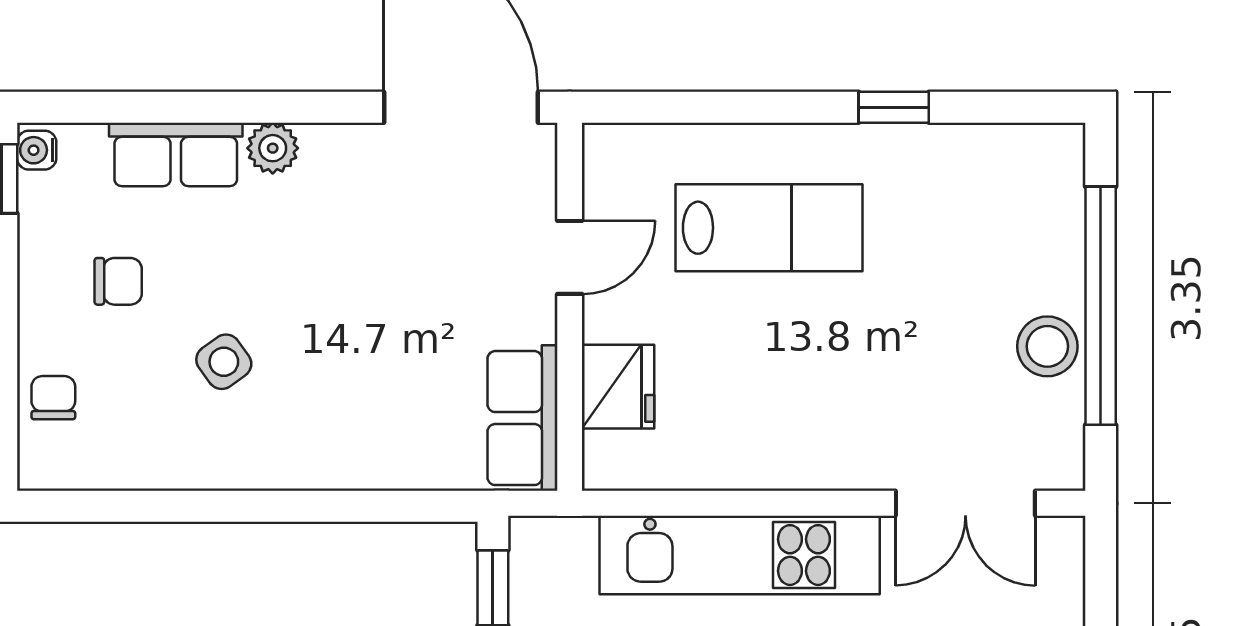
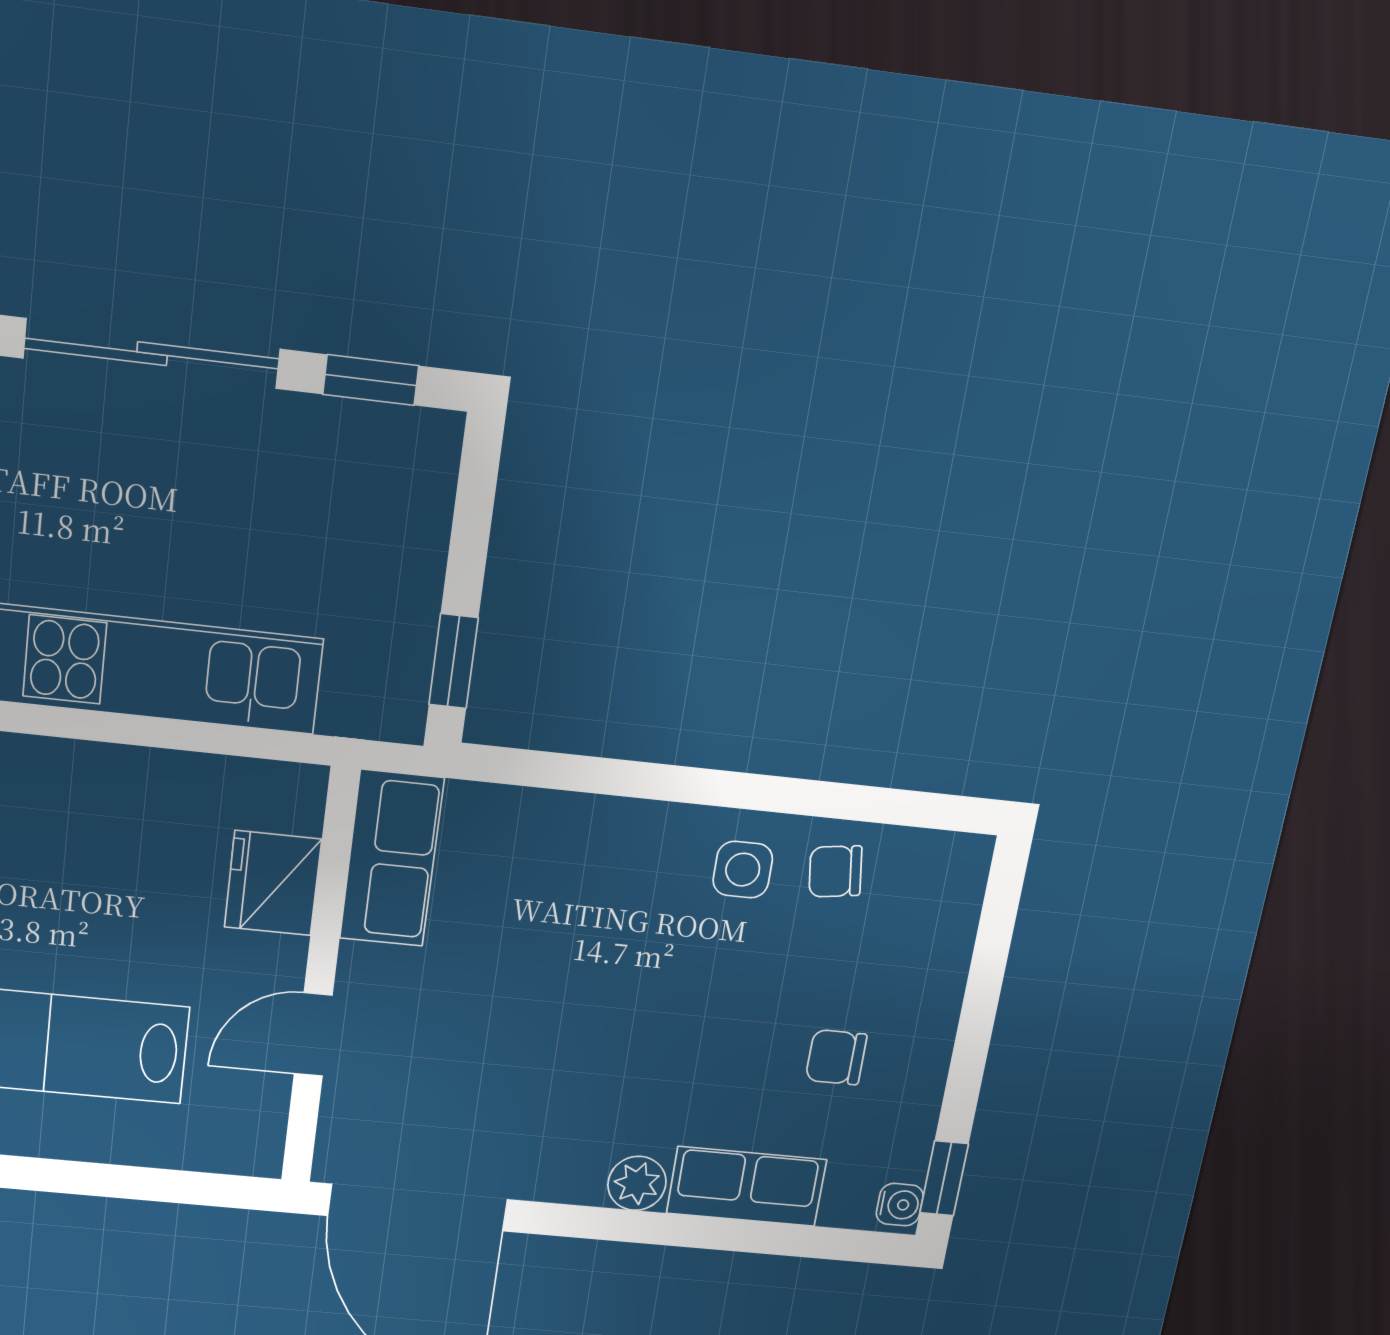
side table: (224, 362) -> (743, 870), moved, turned 36
chair: (53, 398) -> (835, 871), moved, turned 82

